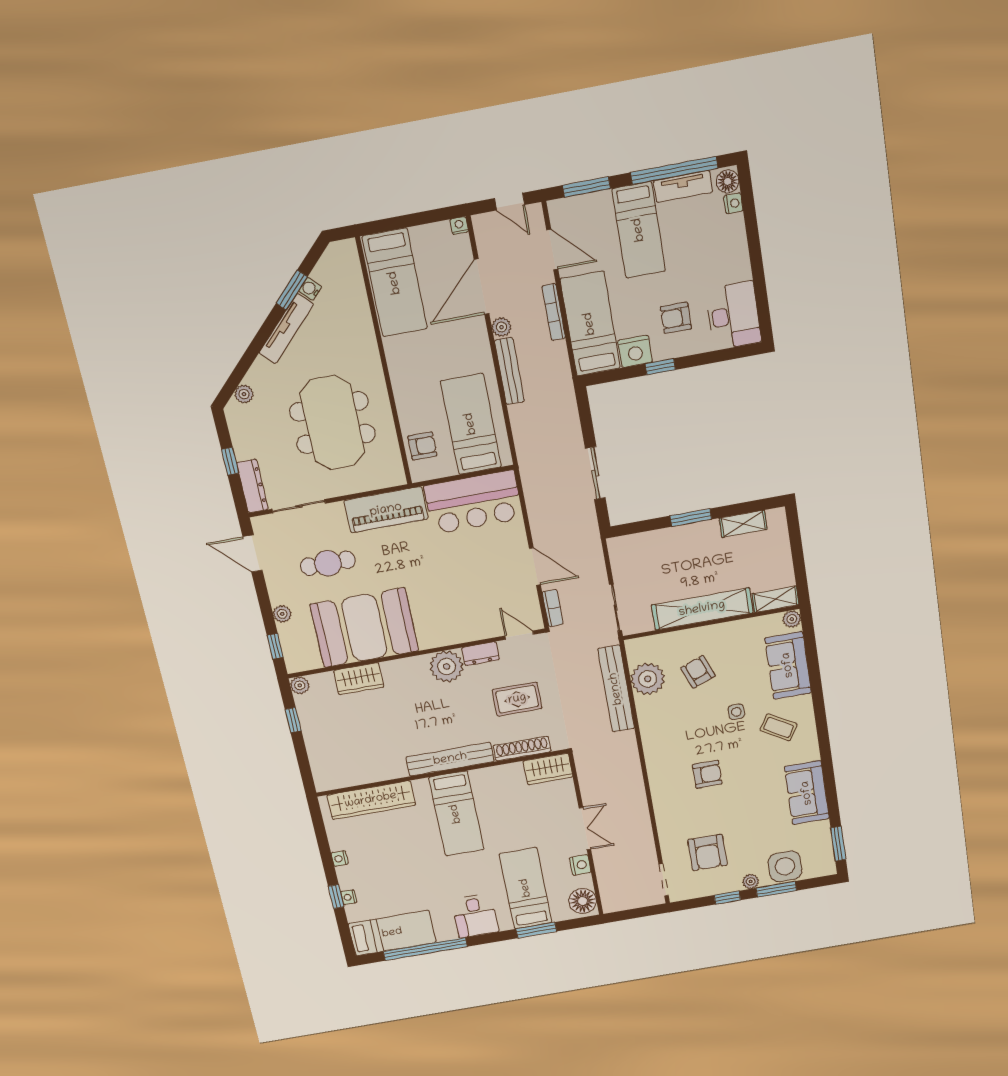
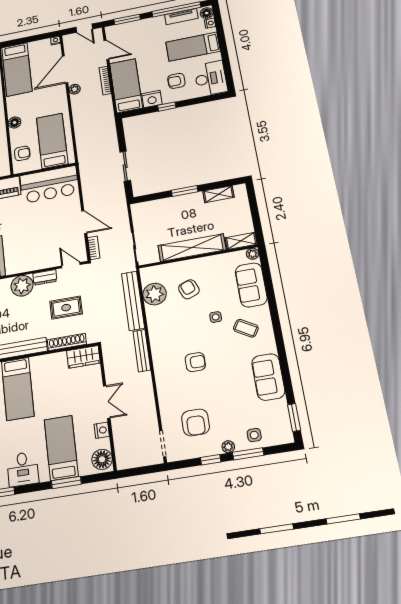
bed: (639, 230) -> (193, 47), moved, turned 90
bench: (509, 371) -> (142, 351), moved
floor lamp: (403, 388) -> (15, 123), added
side table: (785, 866) -> (254, 435), width x0.54, depth x0.54

